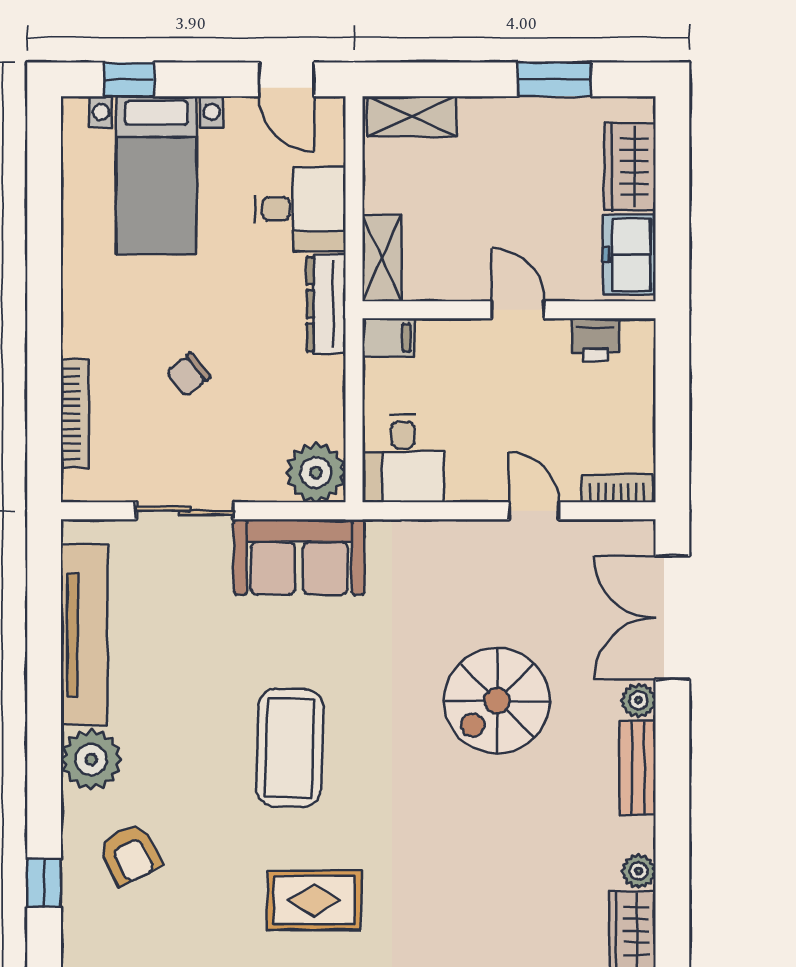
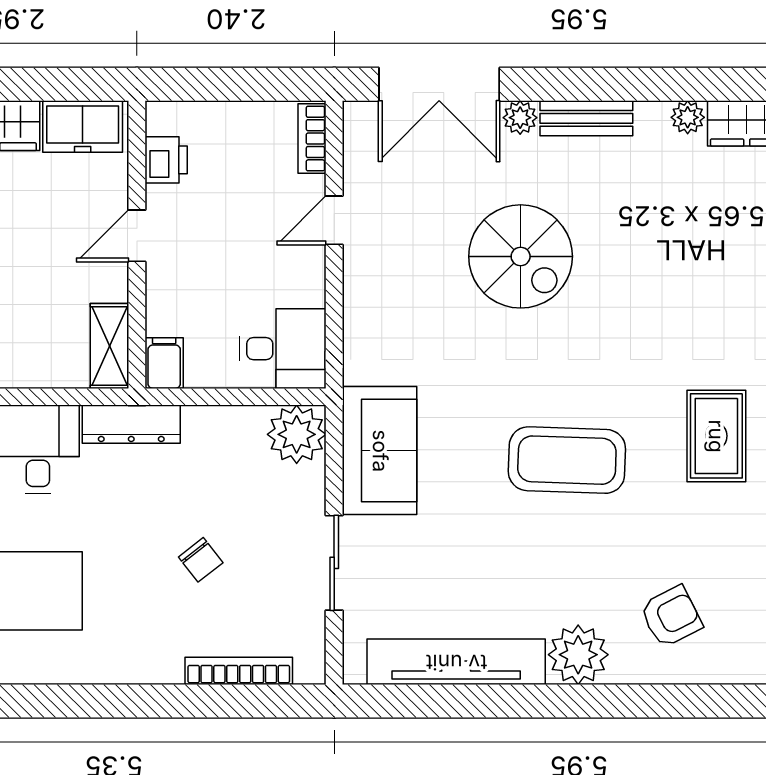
shelving: (382, 258) -> (109, 346), moved, turned 90
window: (44, 883) -> (699, 701), removed

